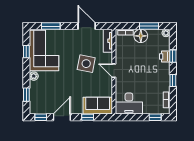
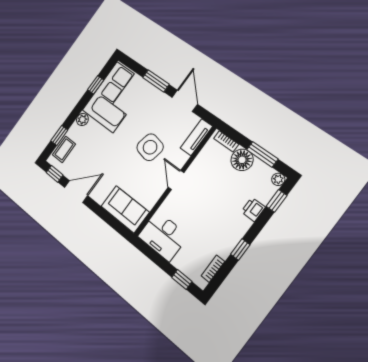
window: (51, 26) -> (156, 81), moved
window: (173, 56) -> (277, 201), moved
coffee table: (36, 100) -> (64, 149), added
window: (88, 117) -> (104, 214), removed

